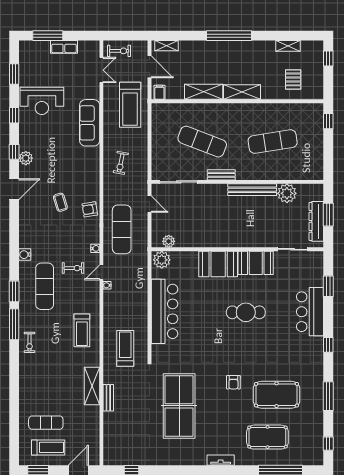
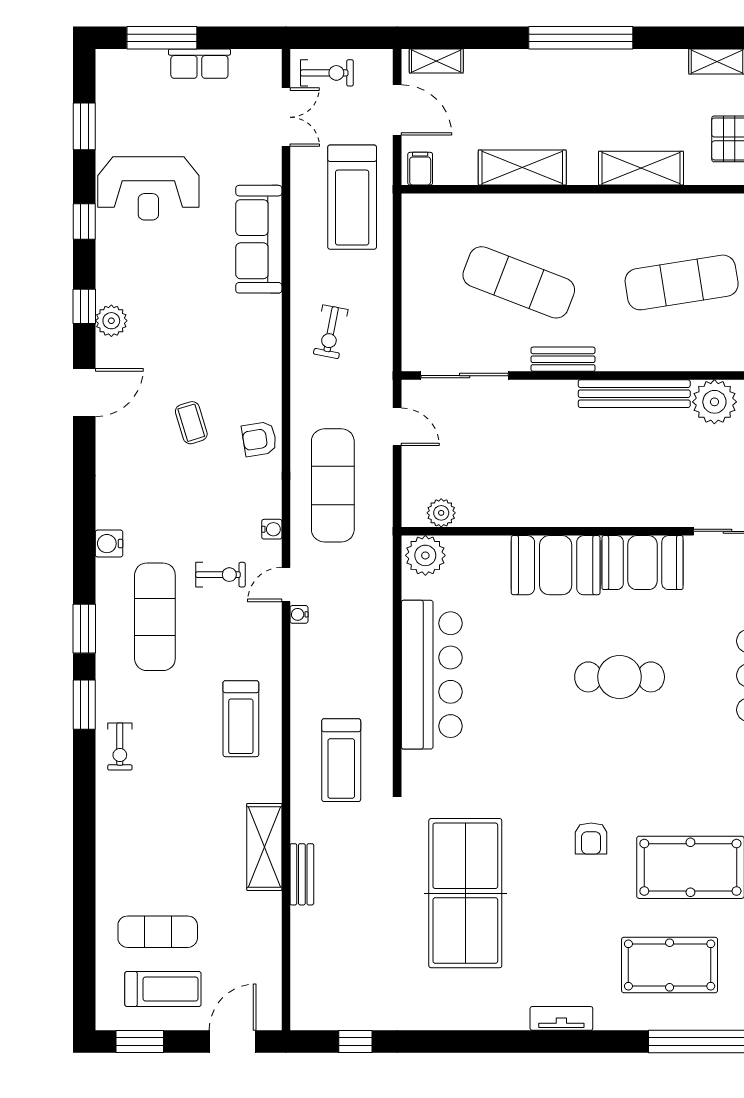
shelving: (242, 92) -> (641, 168), moved
window: (14, 324) -> (84, 705), width x0.69
treadmill: (125, 348) -> (341, 760), turned 180

